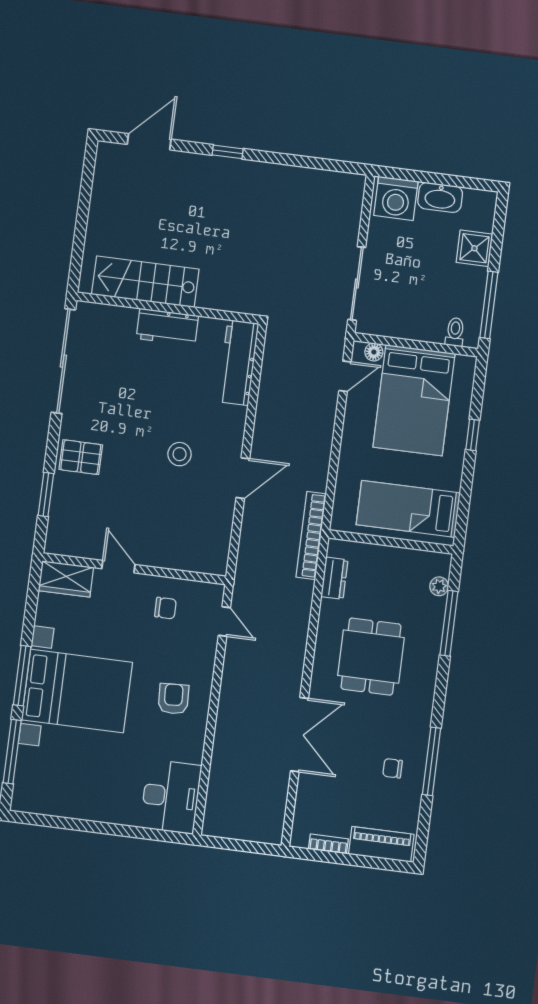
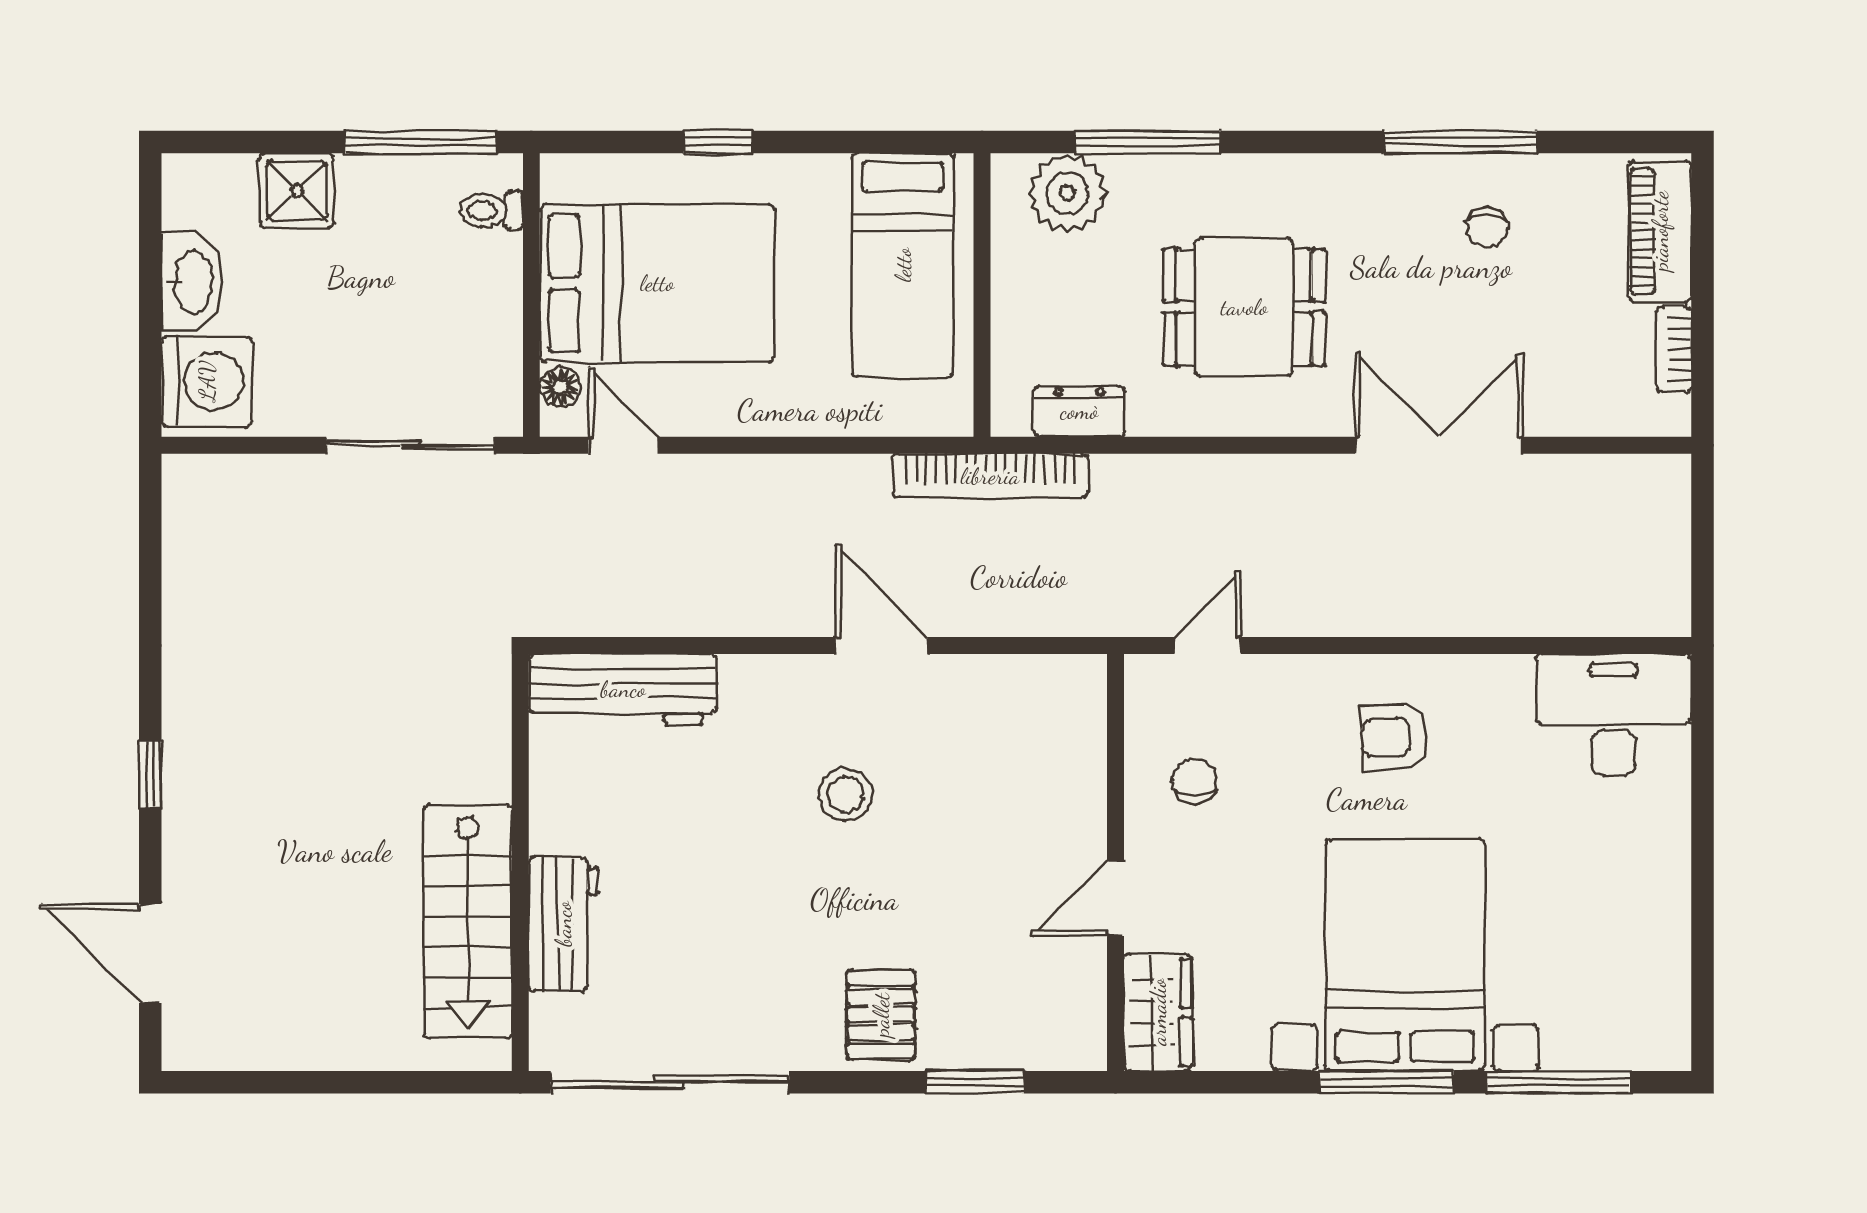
workbench: (167, 327) -> (563, 924), moved
plant: (439, 586) -> (1067, 193), width x1.87, depth x1.87

